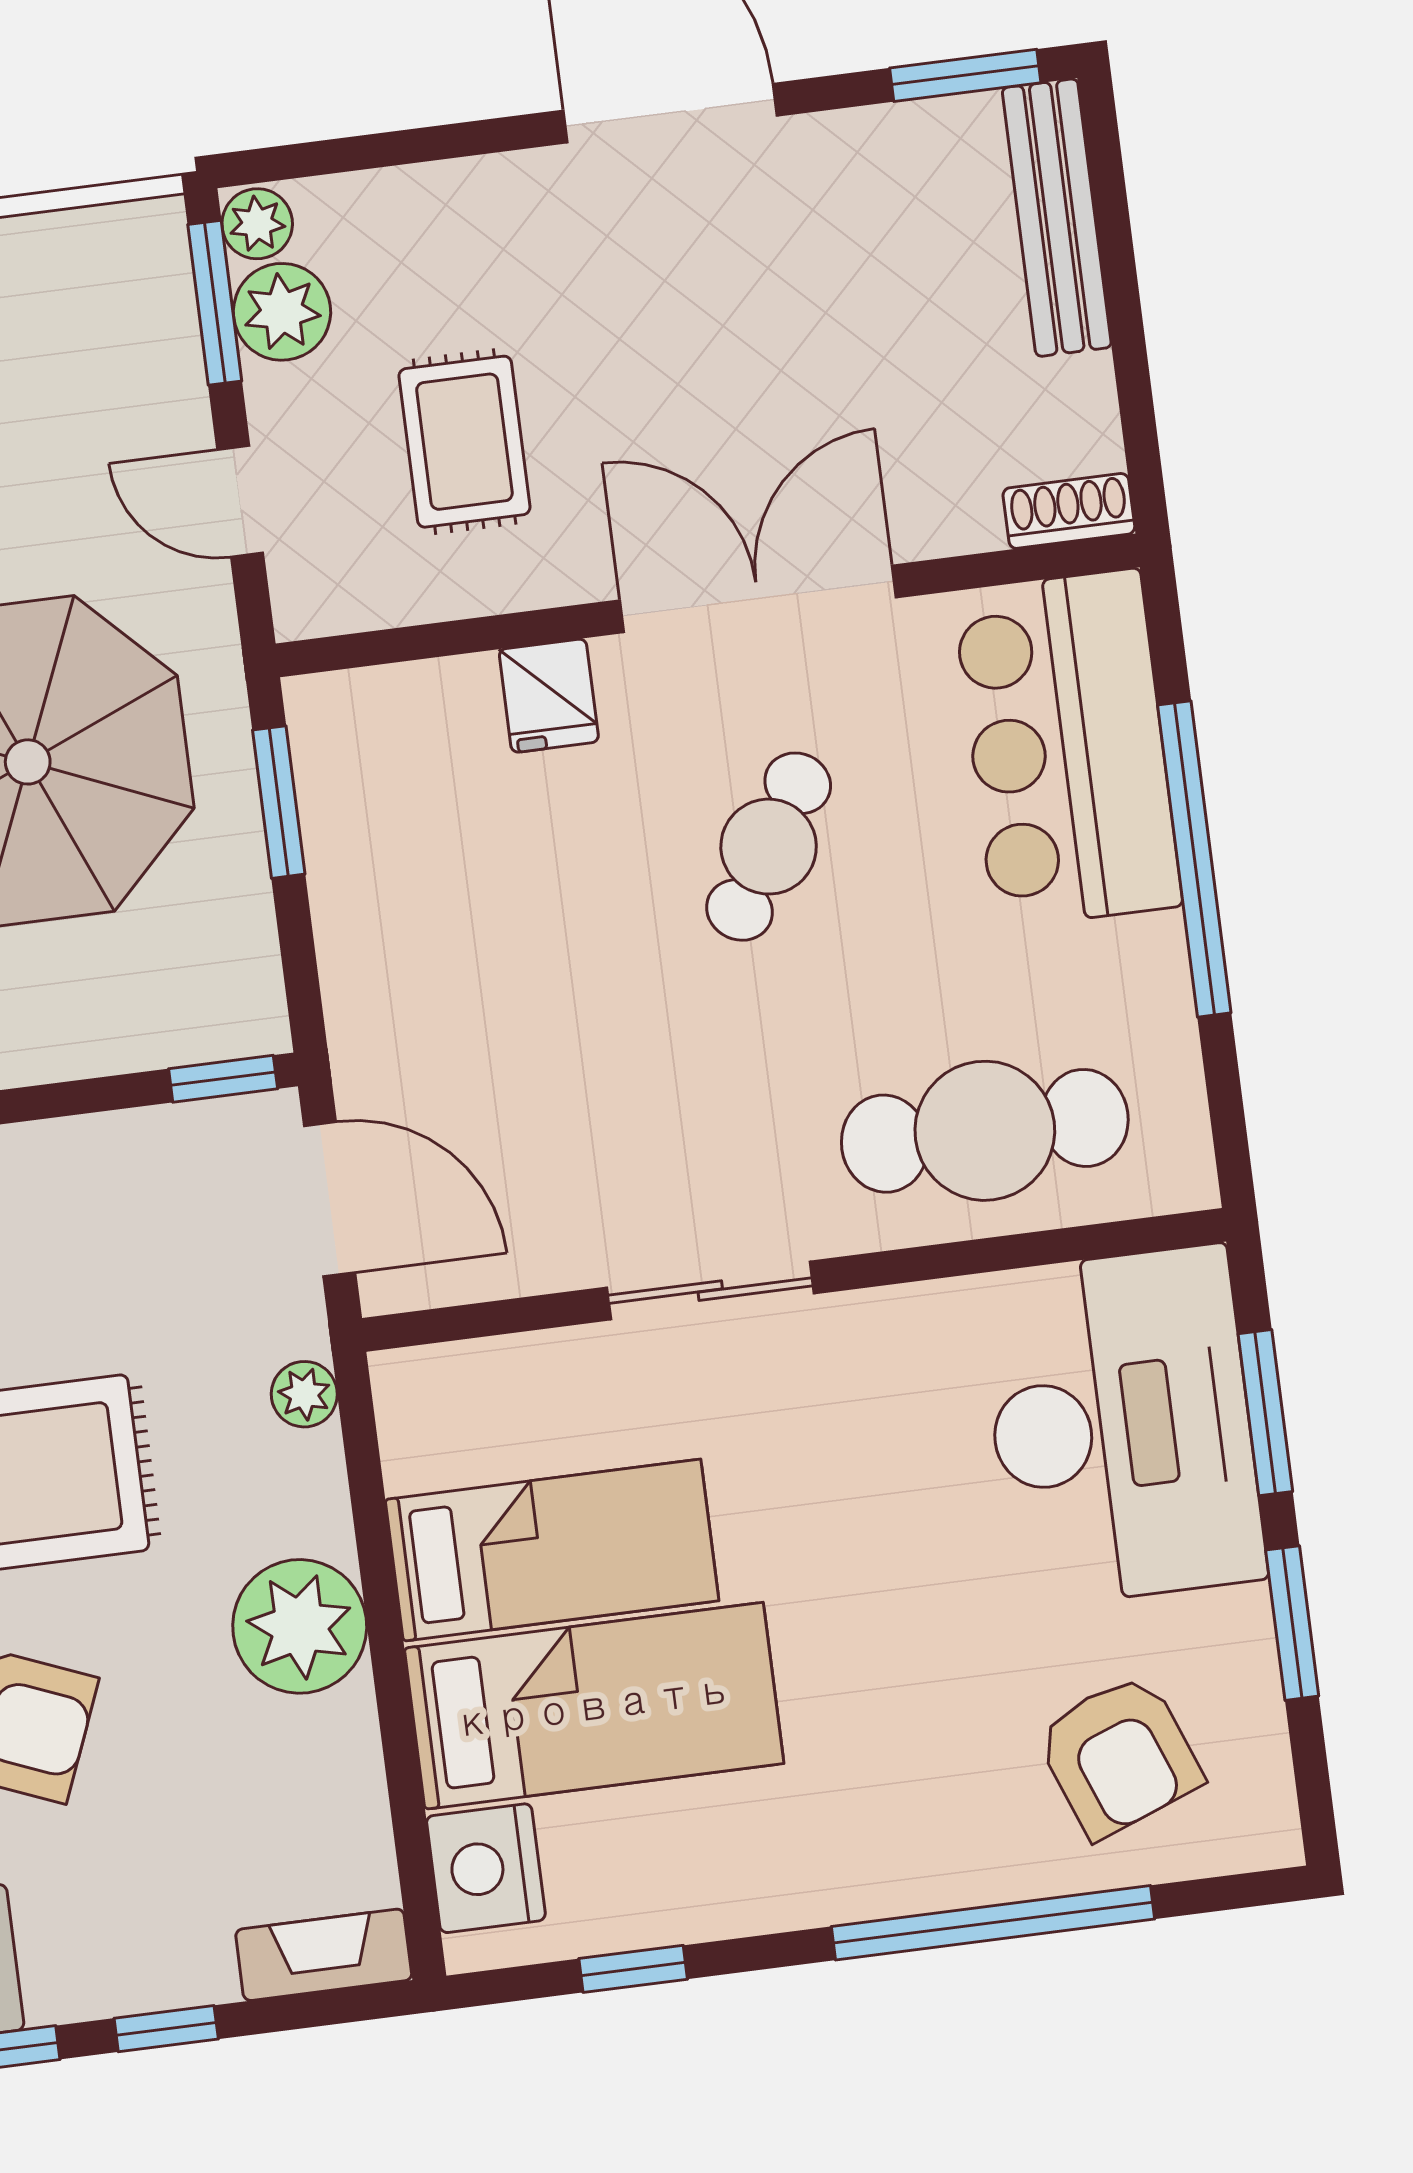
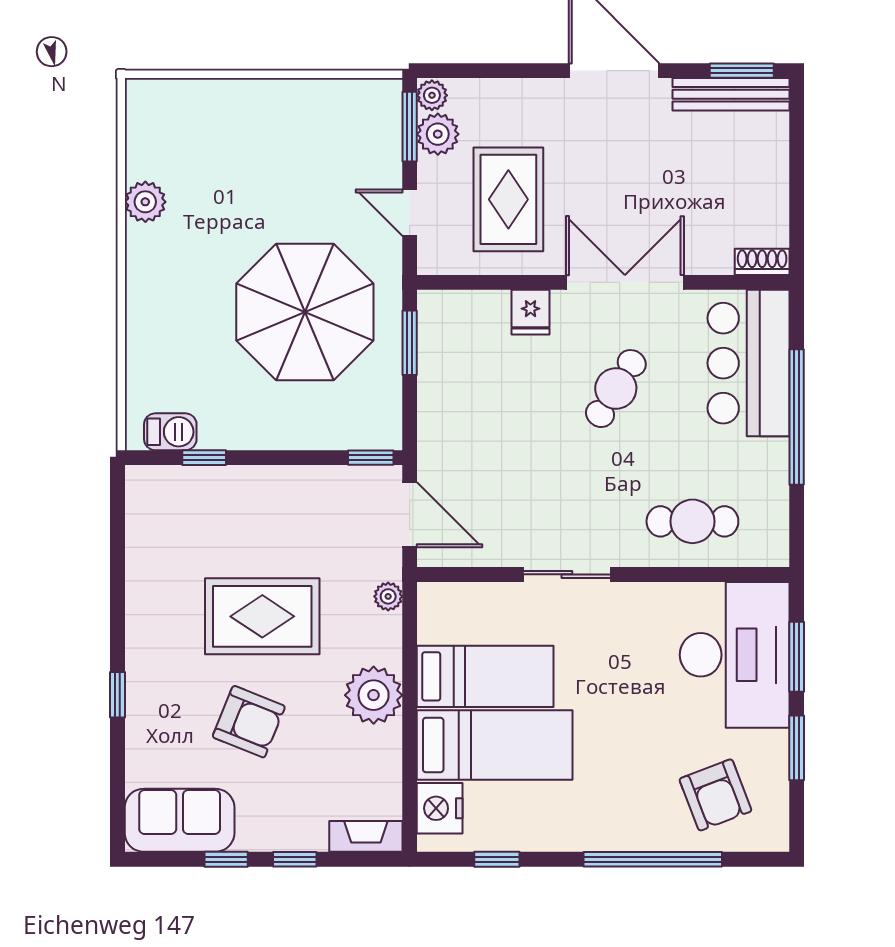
bench: (1057, 218) -> (731, 94), moved, turned 90
rug: (464, 442) -> (508, 199), width x1.36, depth x1.43
cafe table: (985, 1131) -> (692, 521), width x0.73, depth x0.74

